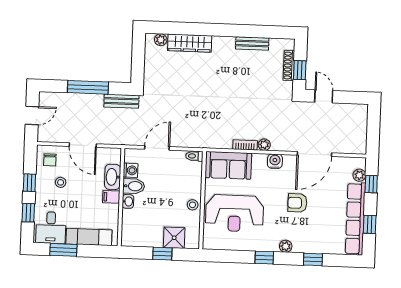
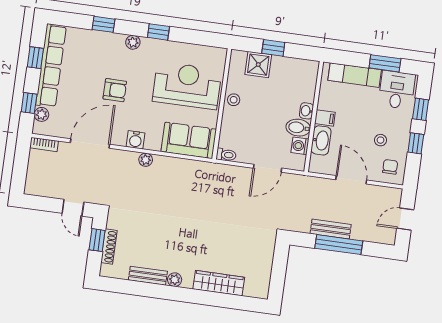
plant: (161, 40) -> (175, 280), moved
bench: (121, 101) -> (331, 229), moved
bookcase: (245, 145) -> (44, 144), moved

